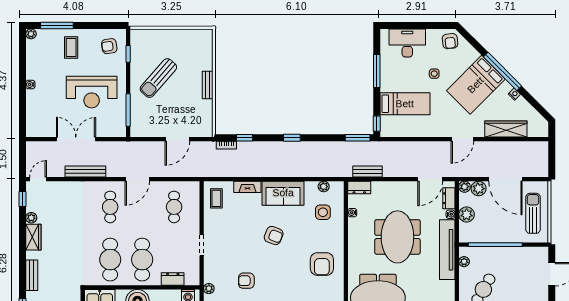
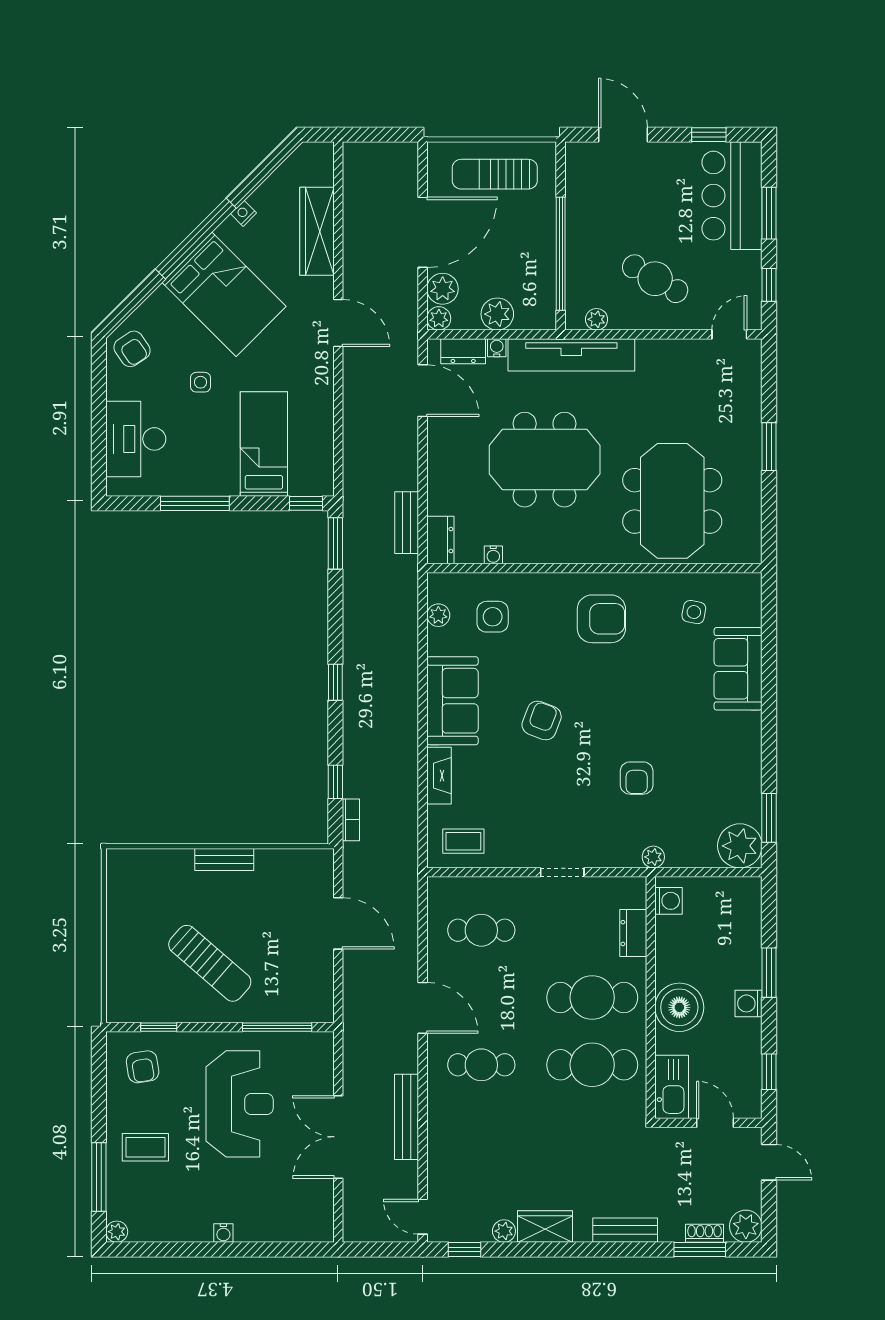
armchair: (450, 41) -> (132, 349), turned 62

